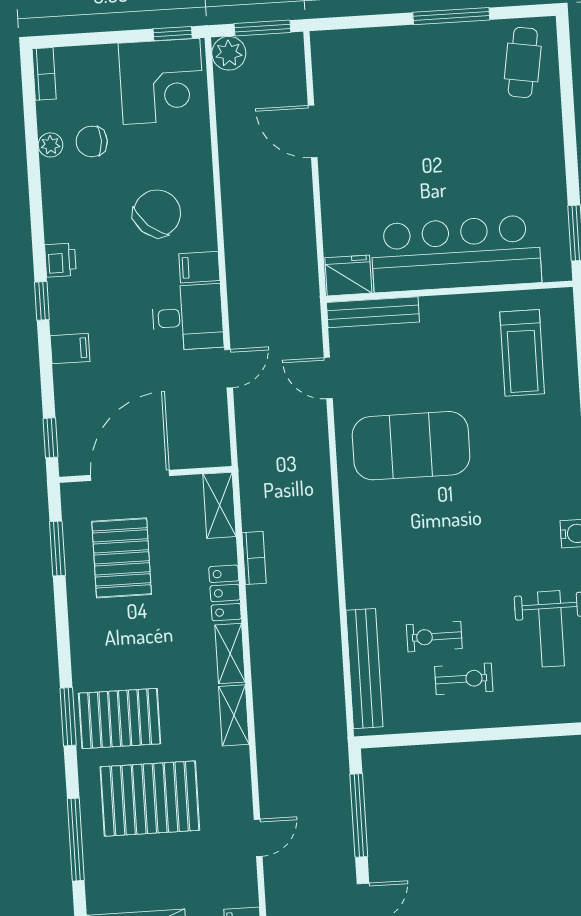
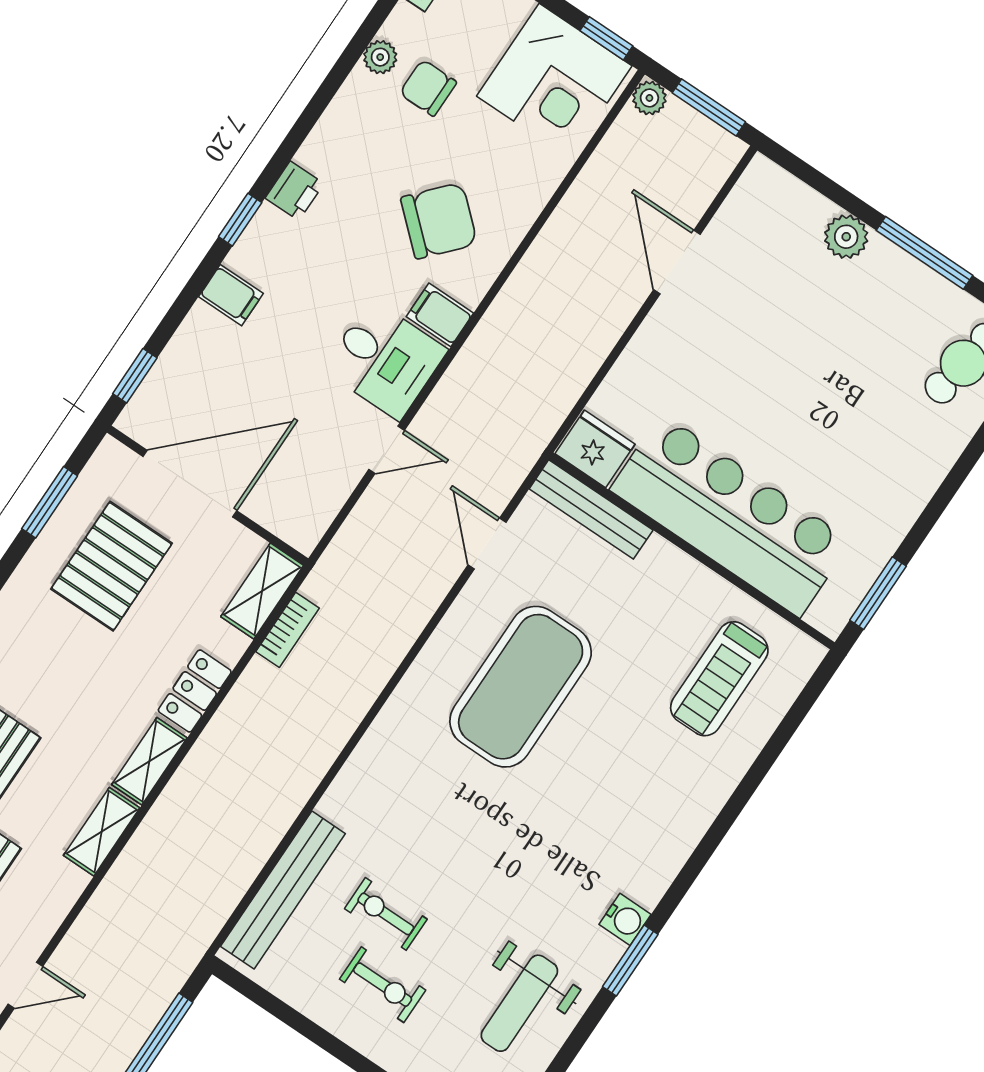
plant: (399, 42) -> (846, 237), added
plant: (229, 53) -> (649, 98), width x0.73, depth x0.73
exercise mat: (411, 446) -> (521, 687), turned 90
bookcase: (254, 558) -> (288, 630), moved

